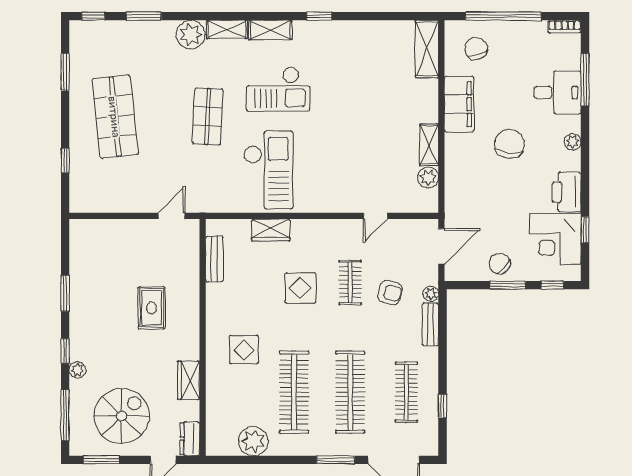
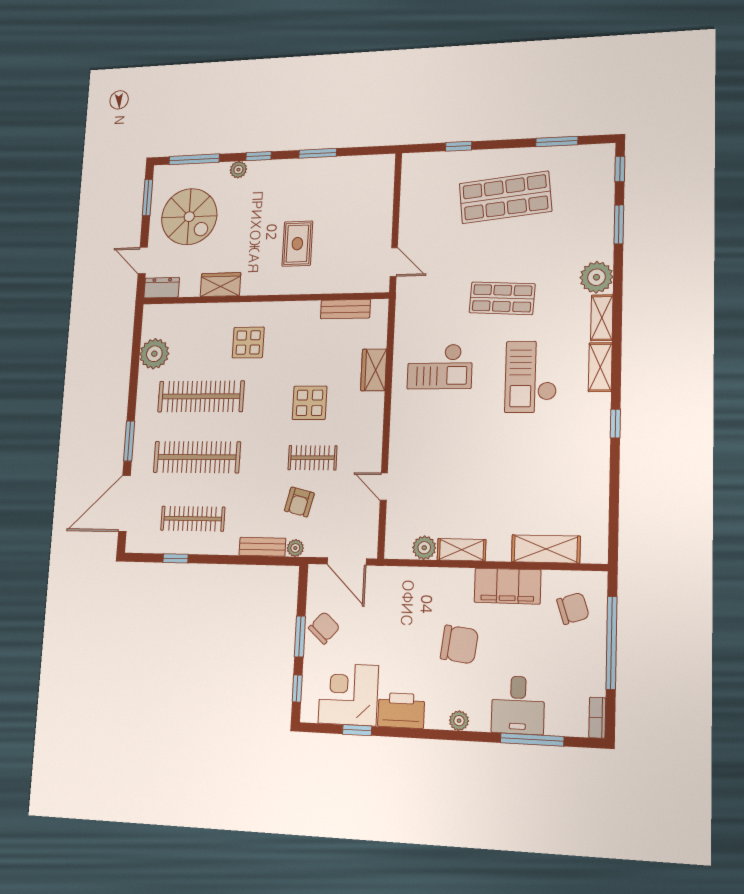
shelving: (427, 49) -> (546, 549), moved
checkout: (268, 170) -> (440, 367), width x0.73, depth x0.83
rug: (151, 308) -> (297, 244), turned 90

